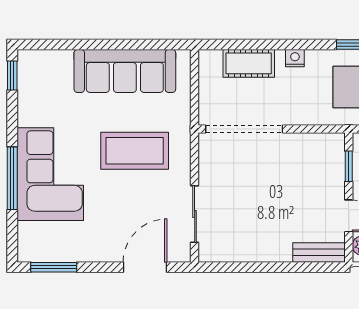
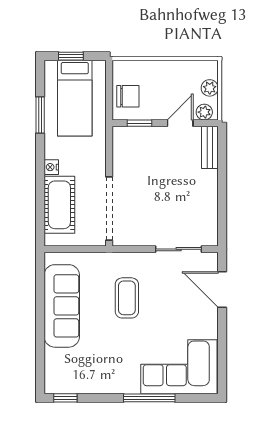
cot: (249, 63) -> (59, 205), width x1.37, depth x1.34
coffee table: (135, 151) -> (127, 298), width x0.73, depth x0.76
corner sofa: (50, 174) -> (179, 367), moved
window: (54, 267) -> (222, 364), removed

